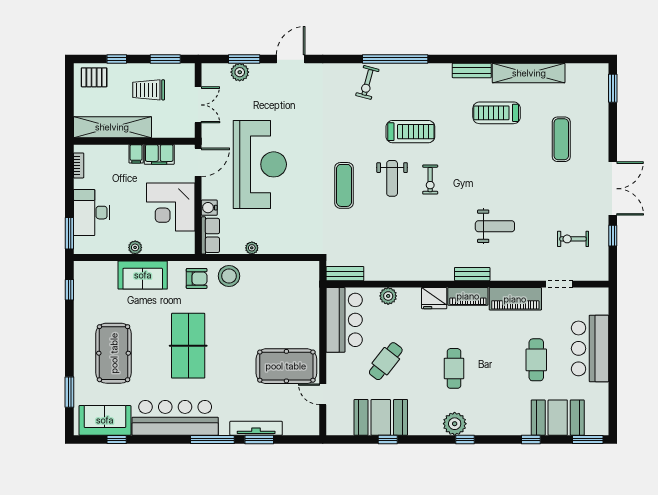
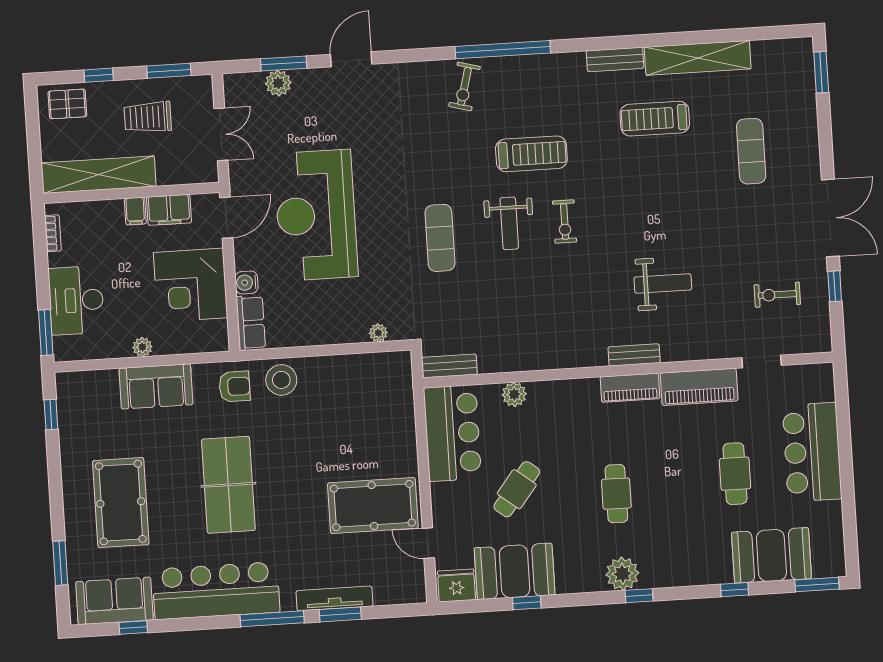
reception desk: (260, 164) -> (316, 215), turned 180
plant: (252, 248) -> (378, 333), moved
fridge: (434, 298) -> (456, 585), moved, turned 180

